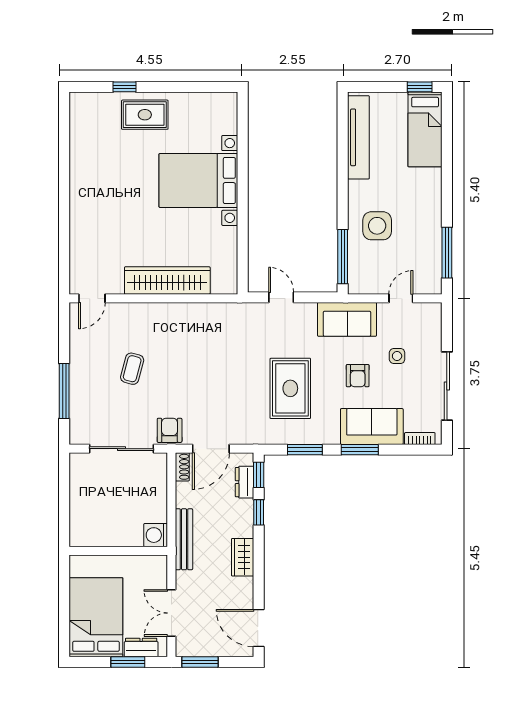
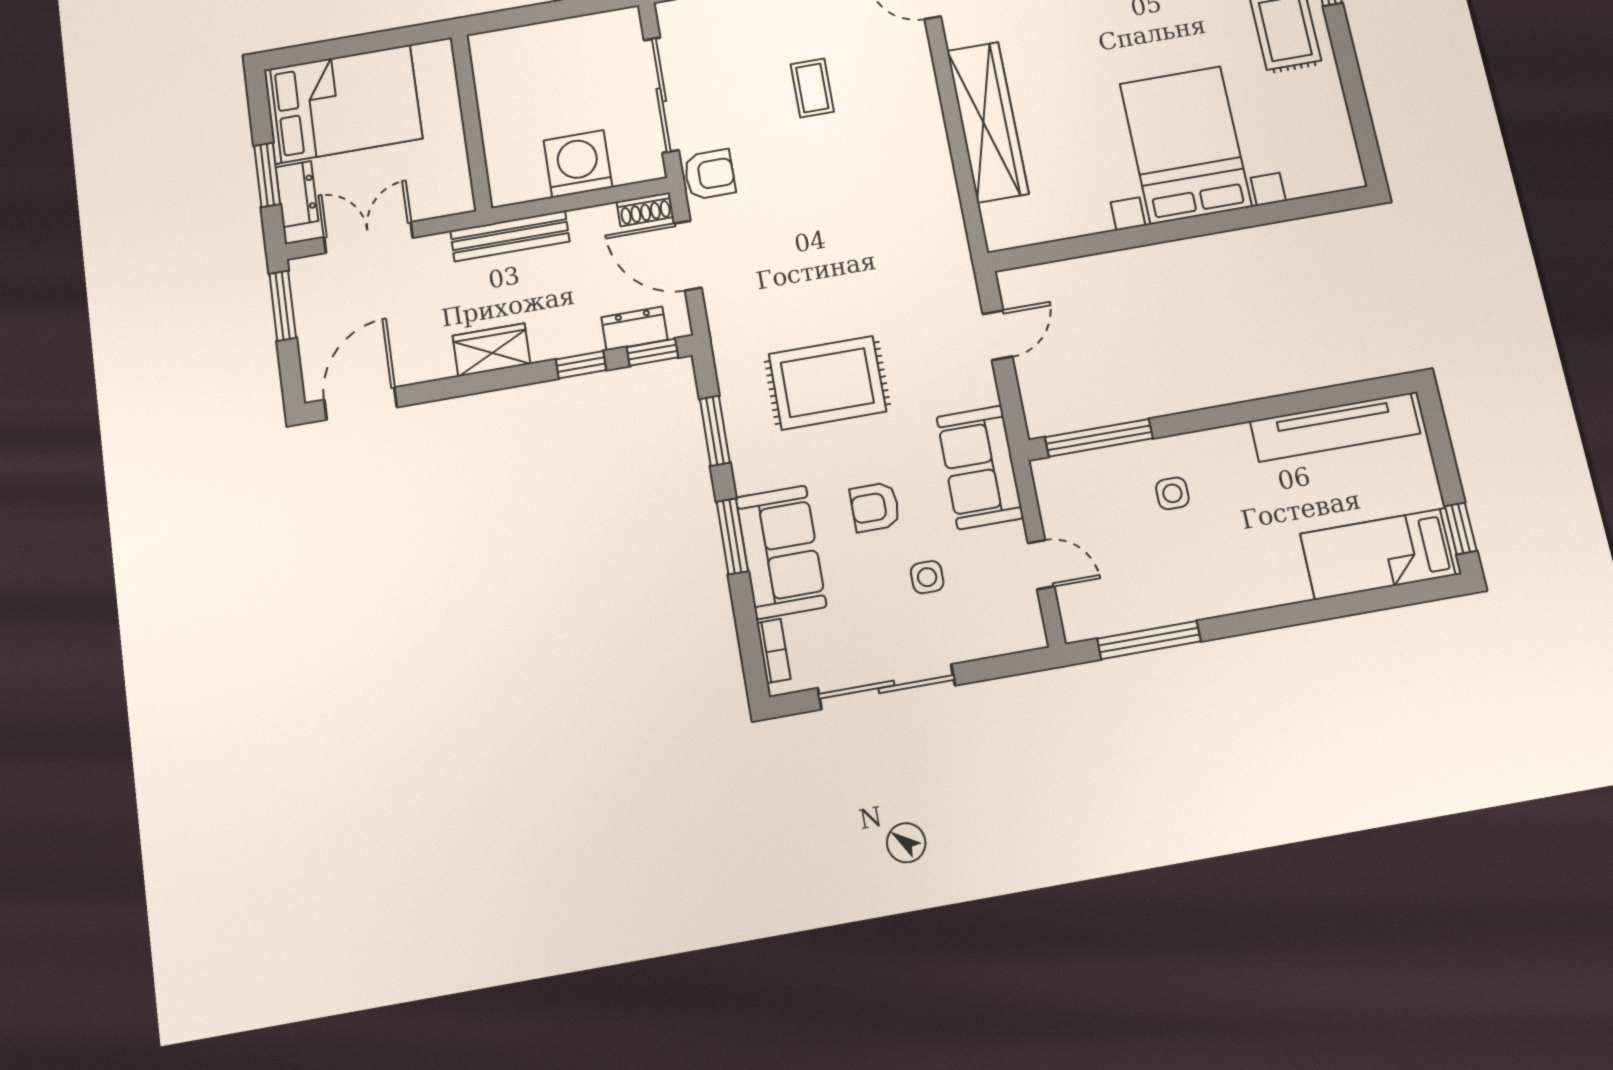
side table: (377, 226) -> (1172, 493), width x0.54, depth x0.54
coffee table: (132, 369) -> (812, 88), turned 75
washing machine: (156, 535) -> (578, 164), moved, width x1.37, depth x1.37

